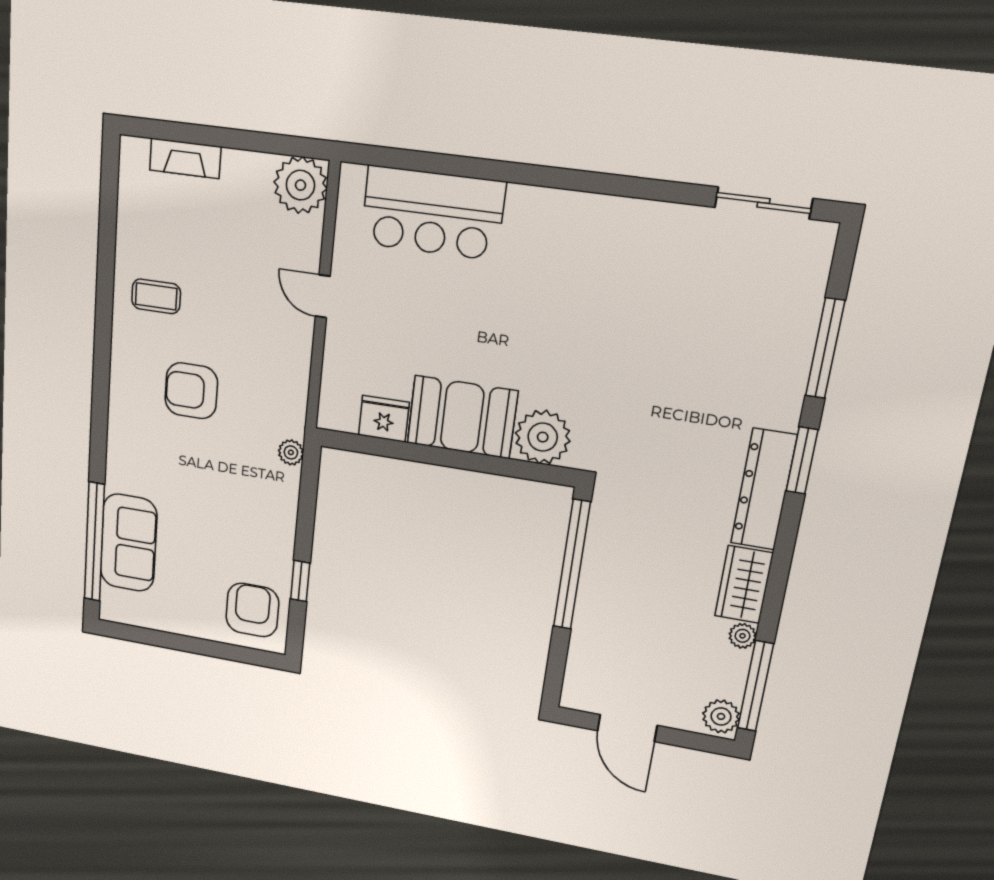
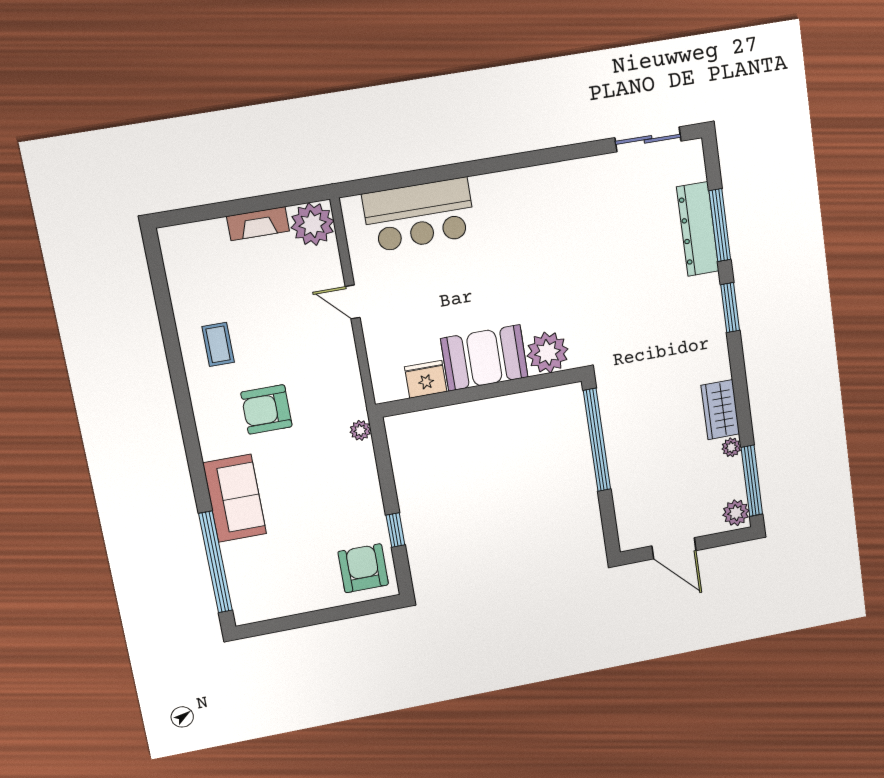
fireplace: (185, 158) -> (258, 224), moved
coffee table: (156, 296) -> (218, 344), turned 90
dresser: (764, 489) -> (698, 229), moved
sofa: (129, 543) -> (235, 498), moved

